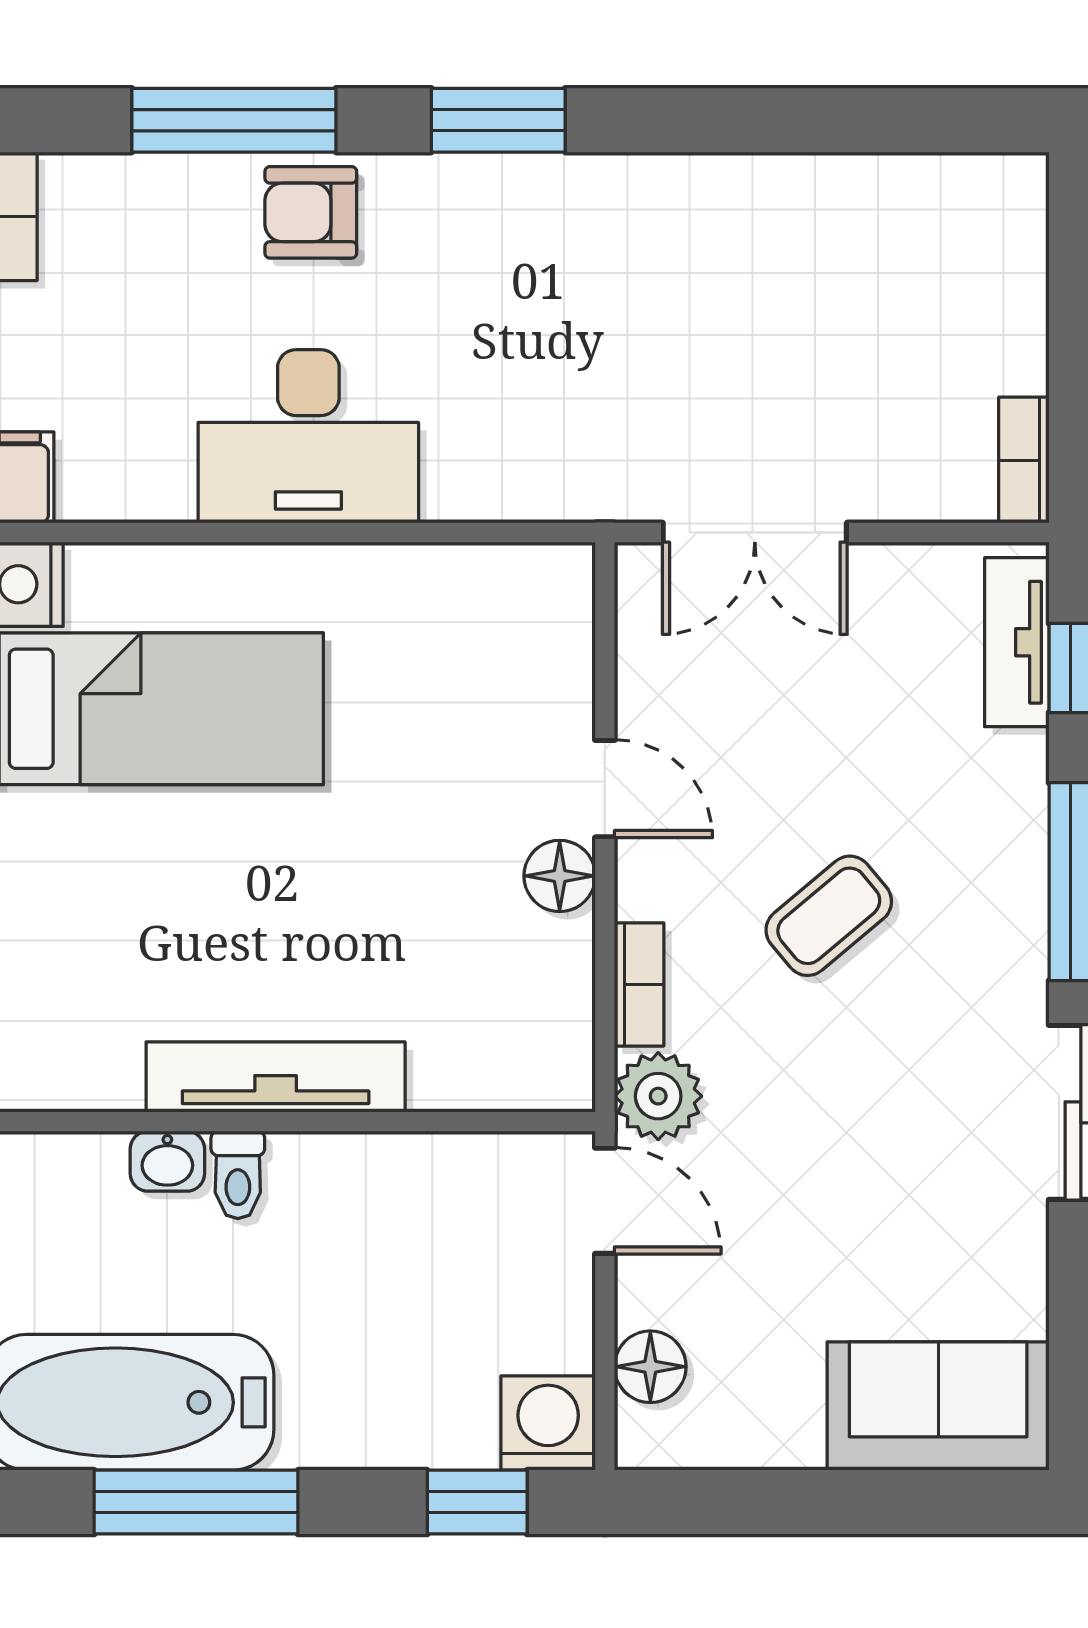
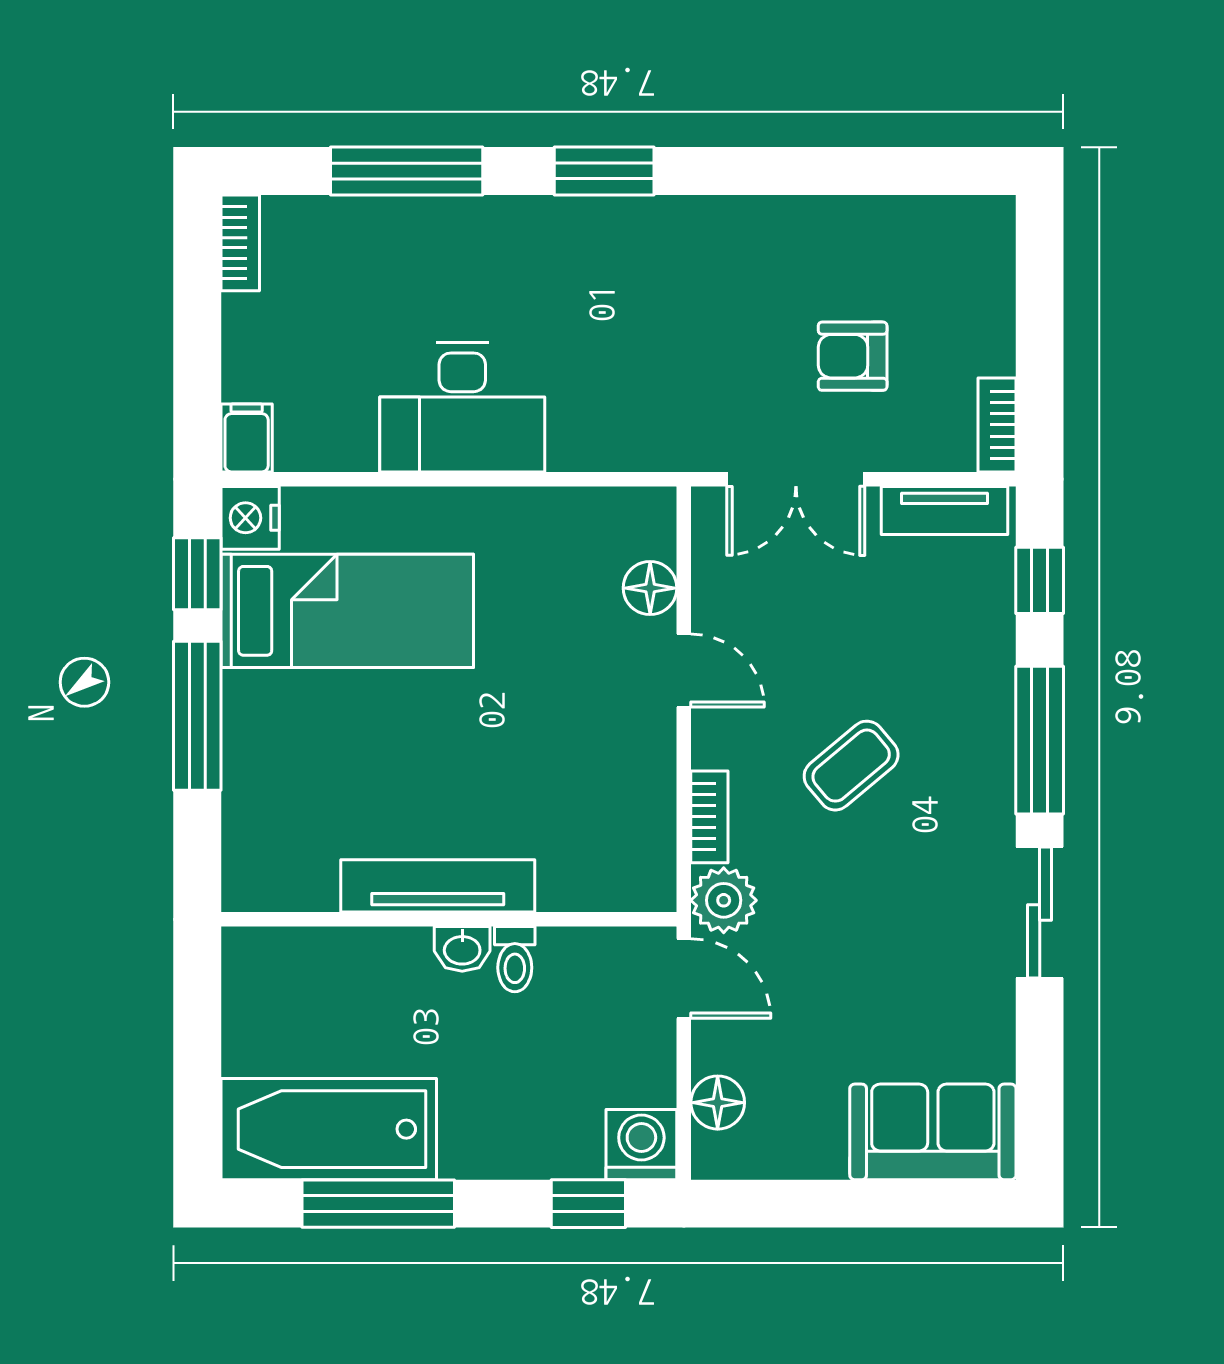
armchair: (311, 212) -> (853, 356), moved
tv unit: (1017, 642) -> (945, 510), moved, turned -90
floor lamp: (560, 876) -> (650, 588), moved
washbasin: (167, 1161) -> (462, 949), moved
toilet: (238, 1175) -> (515, 959), moved

